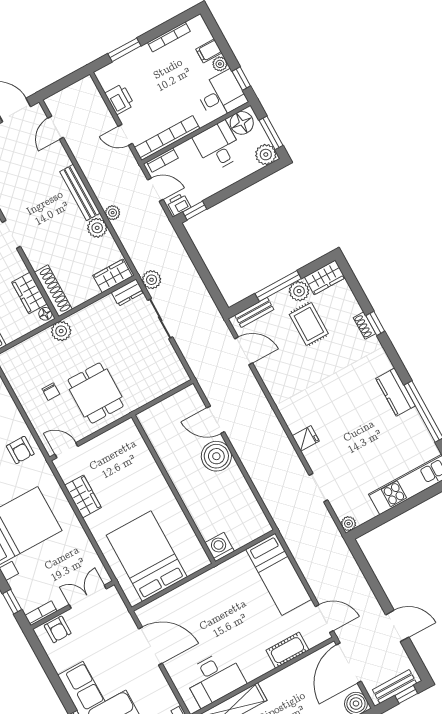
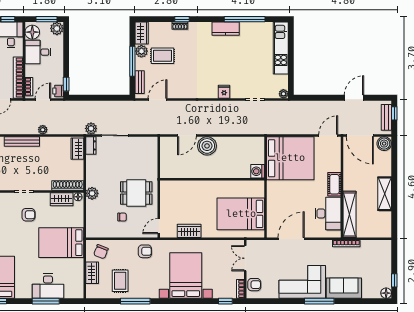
plant: (97, 228) -> (46, 143), removed
bed: (279, 574) -> (290, 158), width x2.04
cot: (287, 650) -> (334, 184), moved

